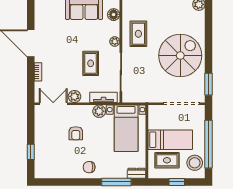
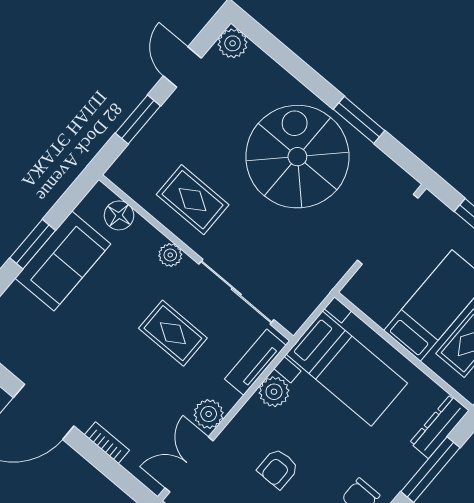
window: (209, 84) -> (359, 120), moved
armchair: (76, 133) -> (278, 469), turned 90
dresser: (137, 173) -> (439, 427), width x1.44

